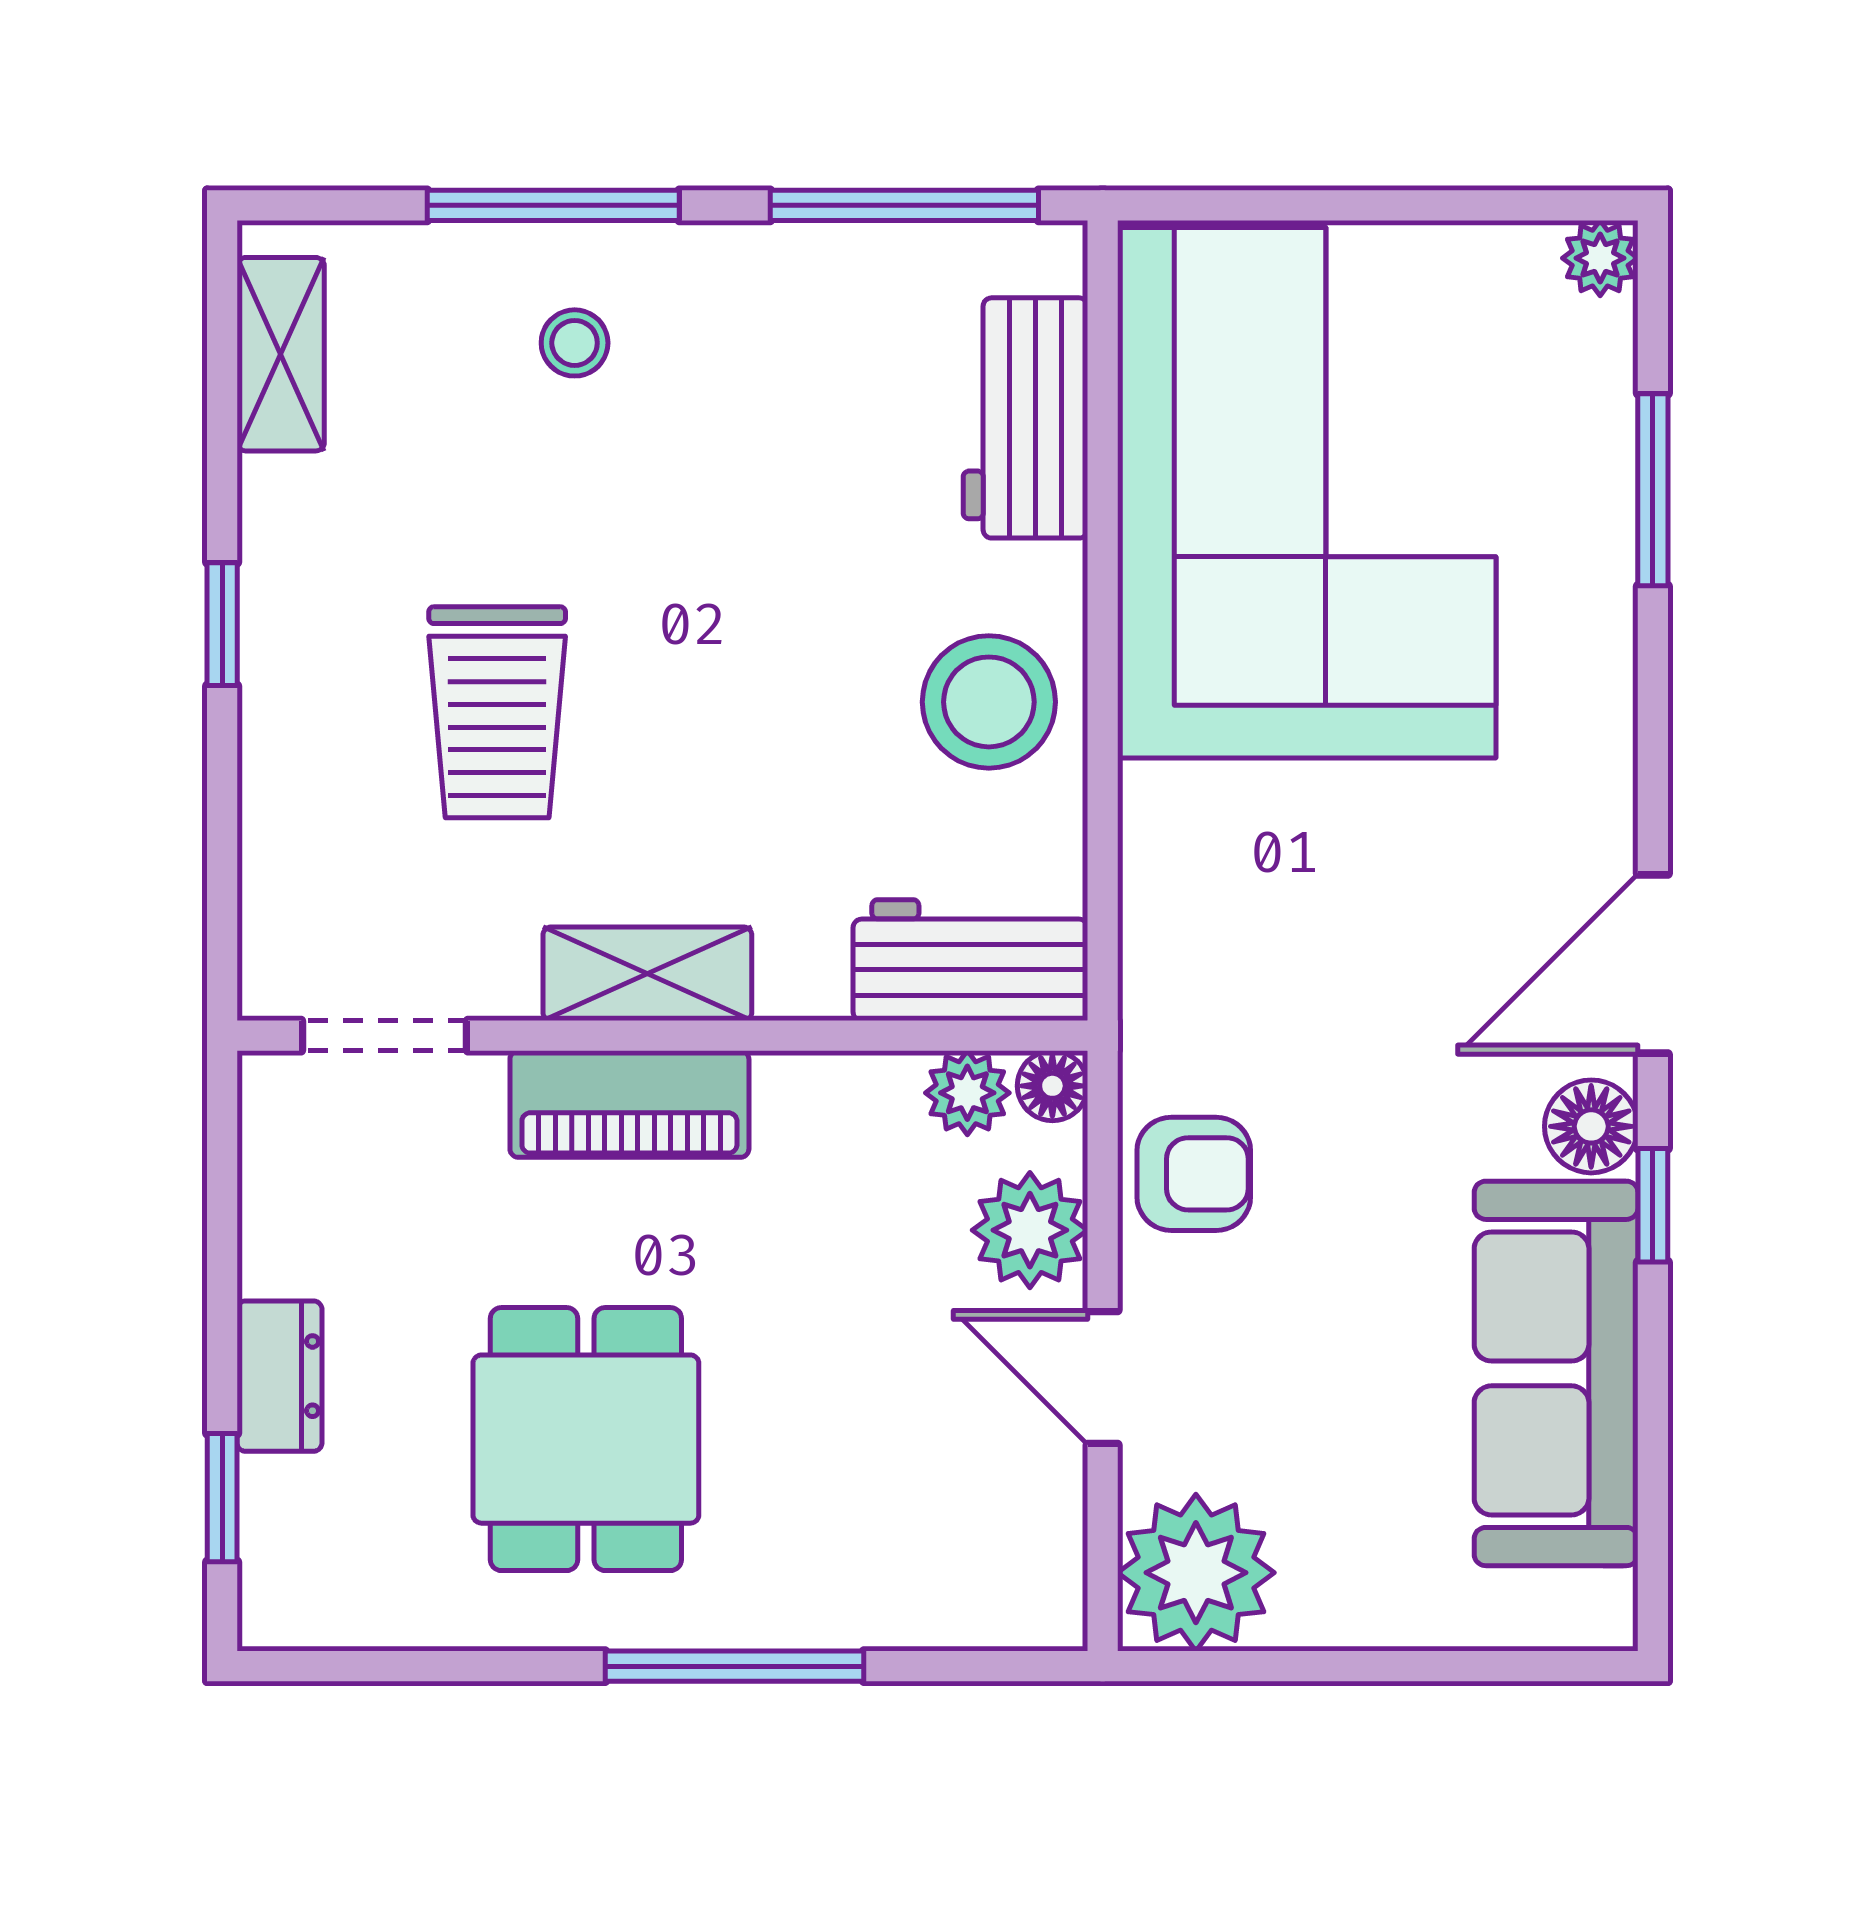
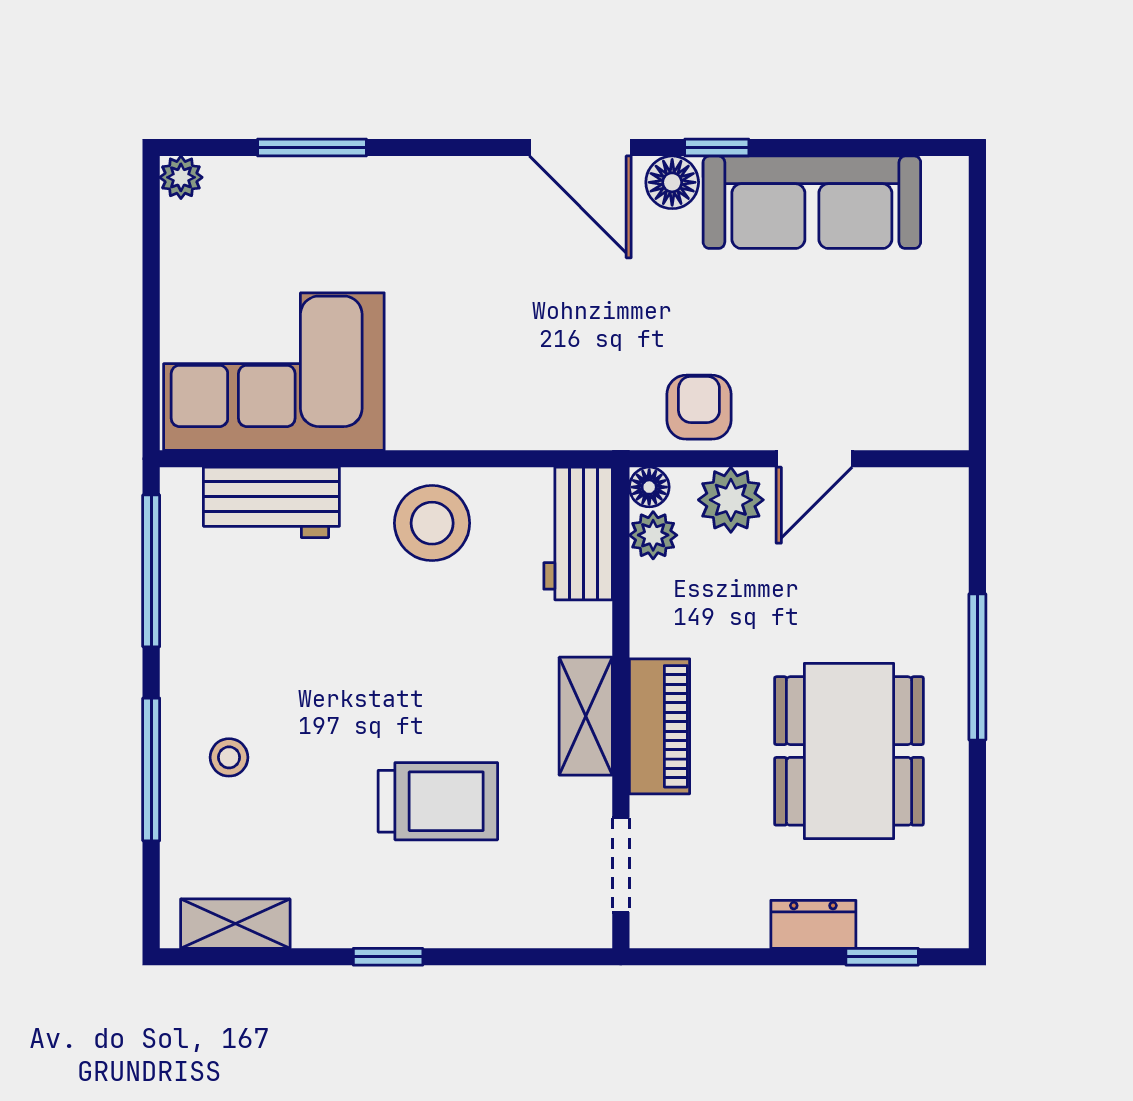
corner sofa: (1307, 493) -> (274, 372), width x0.73, depth x0.74
dining table: (586, 1439) -> (849, 751), width x1.38
plant: (1196, 1573) -> (925, 406), removed

